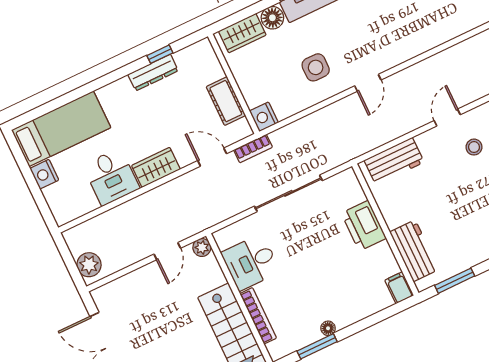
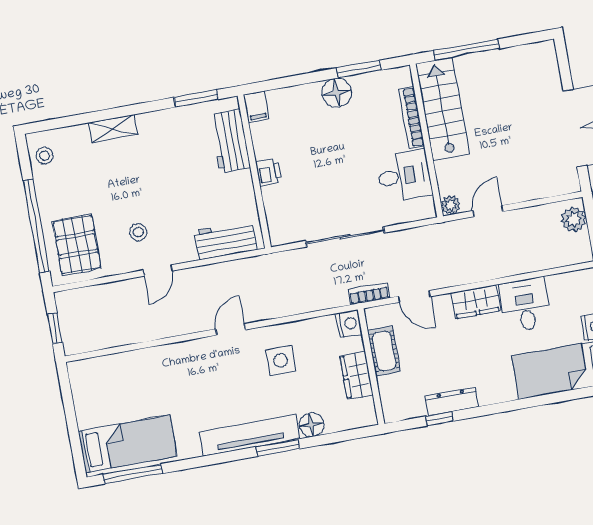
wardrobe: (242, 33) -> (356, 375), moved, turned -90
printer: (364, 226) -> (269, 172), width x0.53, depth x0.68
floor lamp: (328, 328) -> (337, 93), width x1.89, depth x1.89

